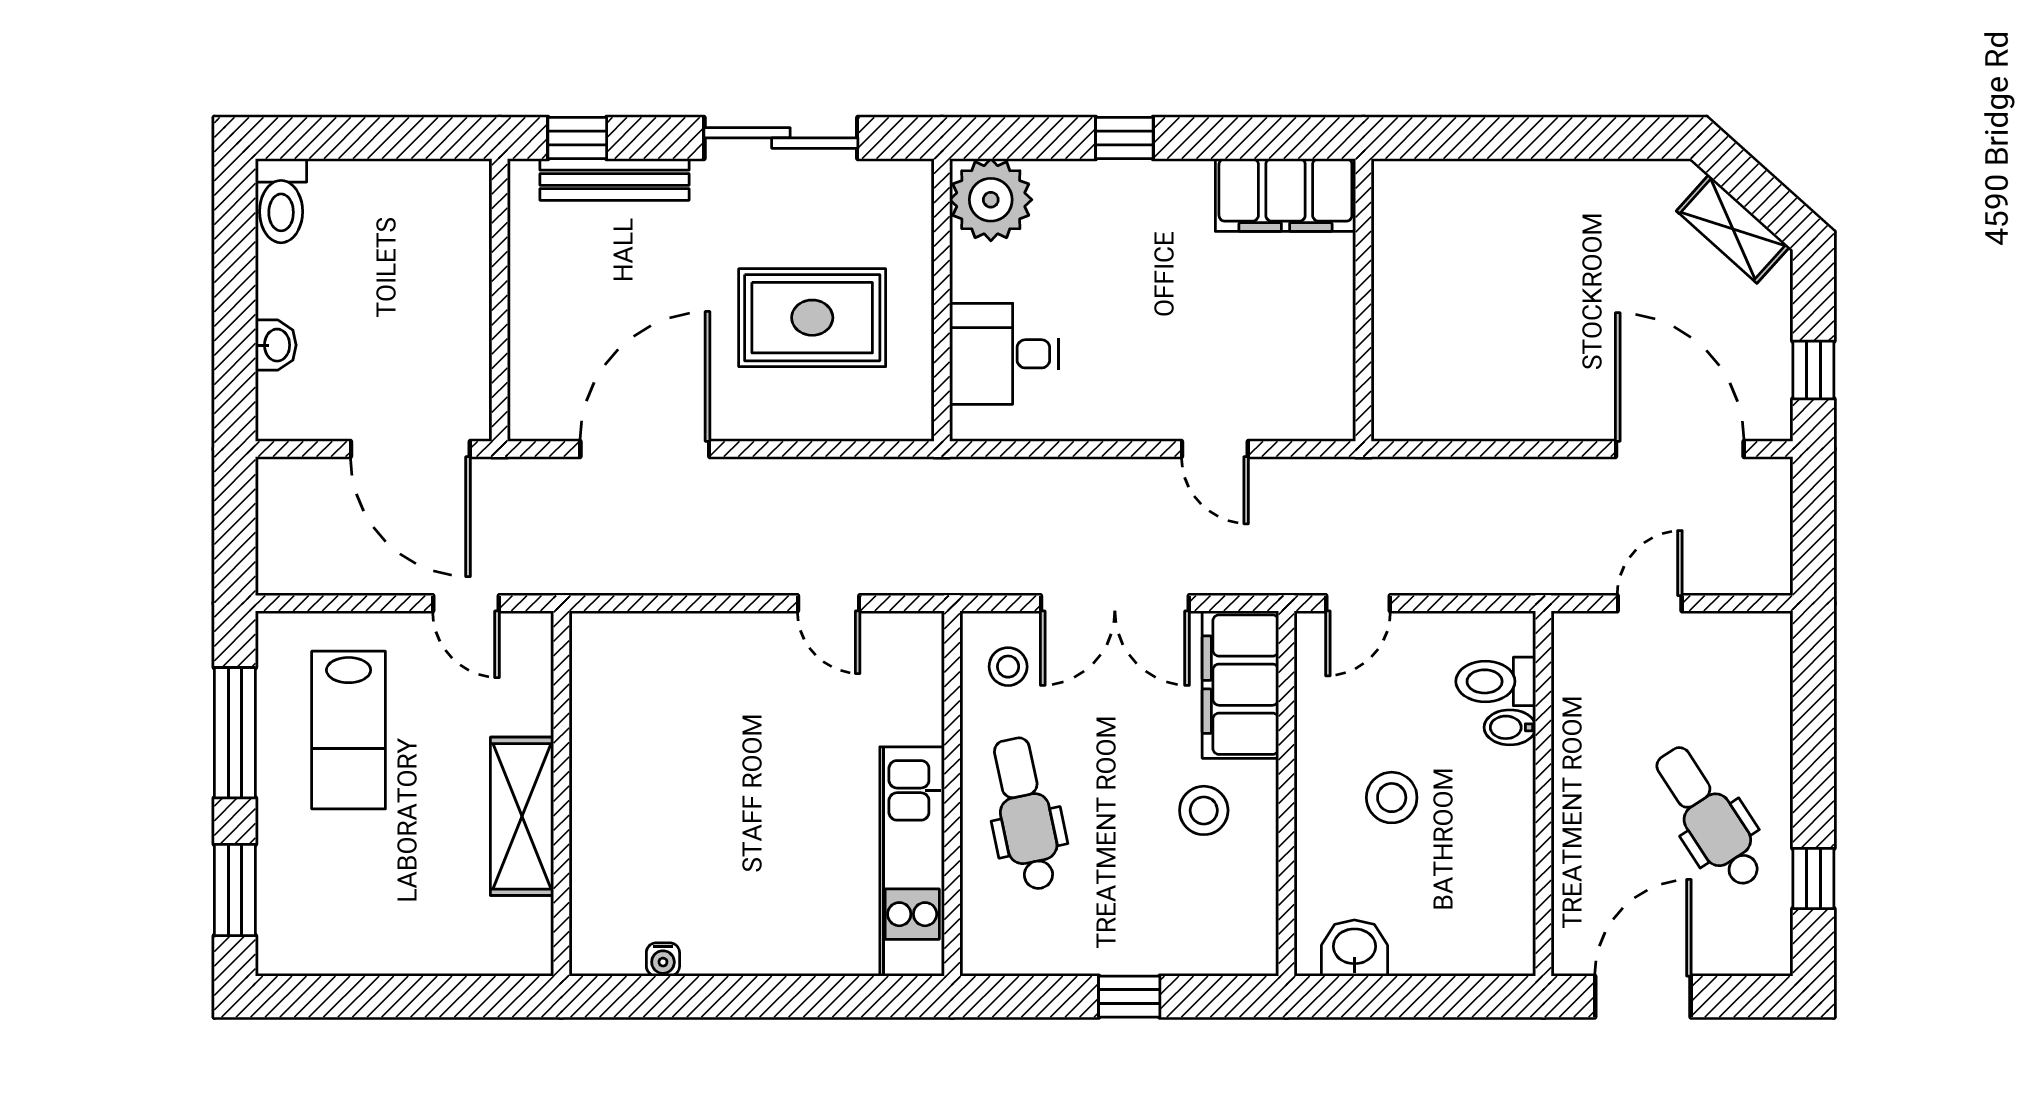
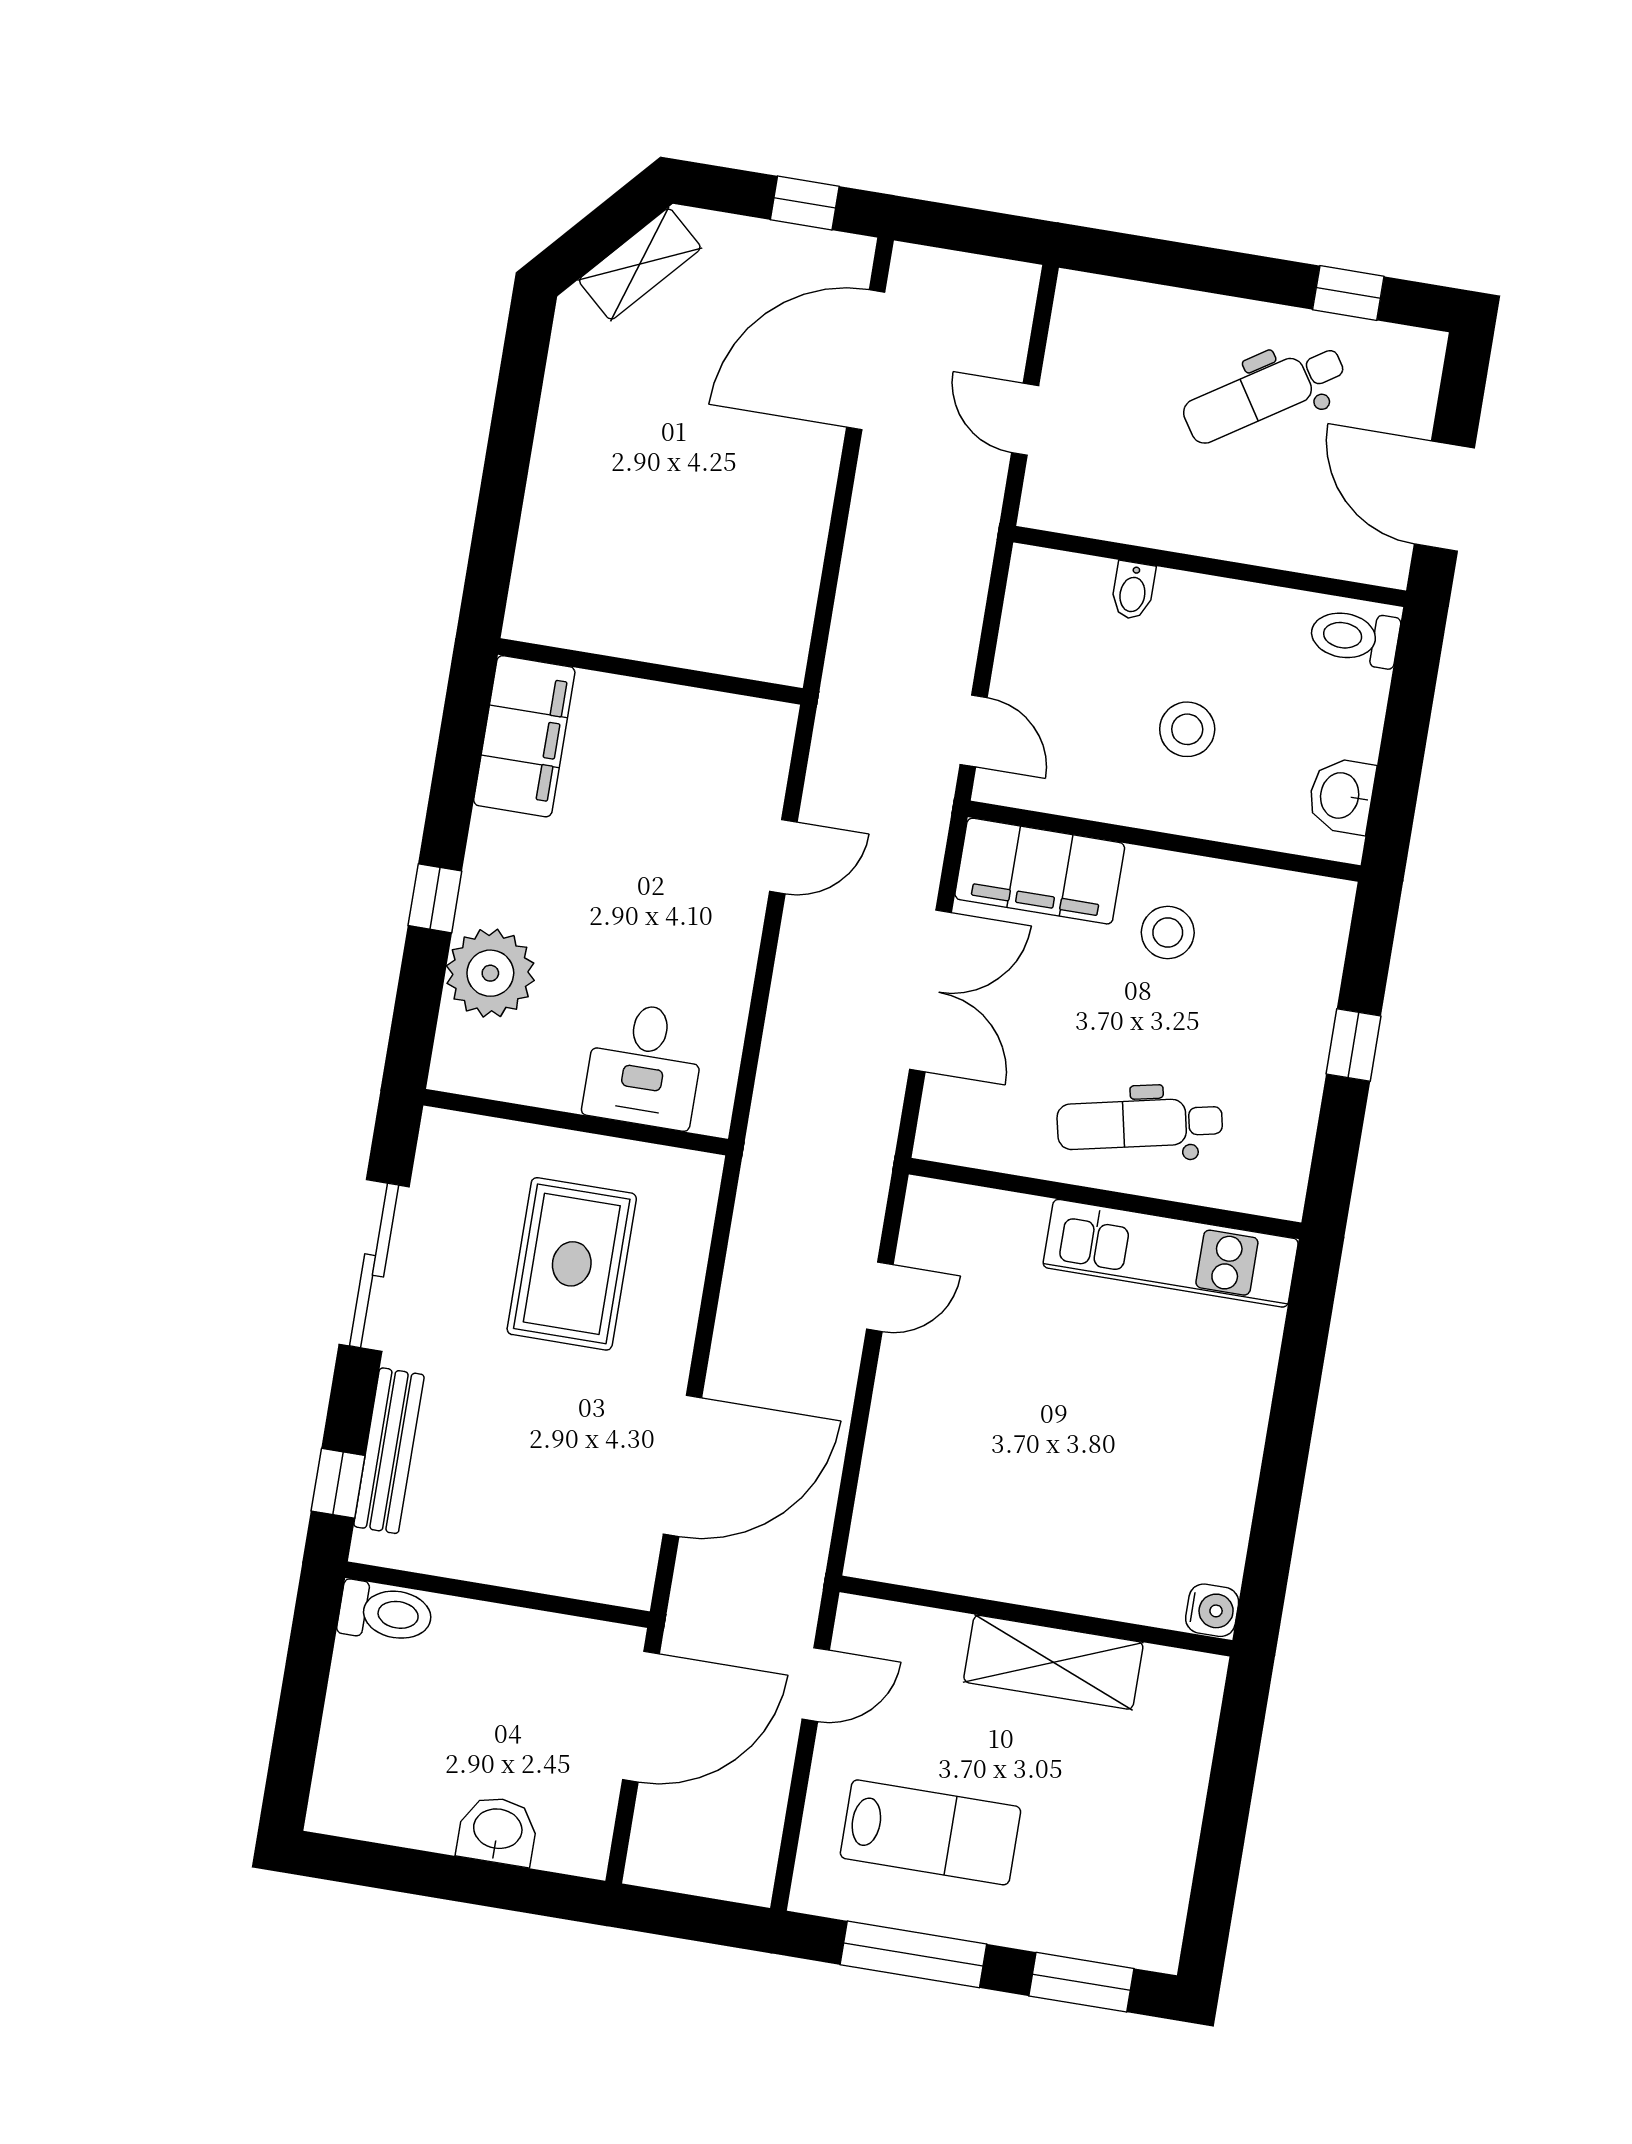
plant: (991, 200) -> (490, 973), moved
toilet: (281, 201) -> (385, 1613), moved
washbasin: (276, 345) -> (497, 1831), width x1.38, depth x1.45
door: (645, 449) -> (683, 1466), swing flipped
stool: (1008, 667) -> (979, 1116), removed
toilet: (1496, 681) -> (1355, 637), moved, turned 90
water cooler: (663, 959) -> (1212, 1610), moved, width x1.38, depth x1.38

